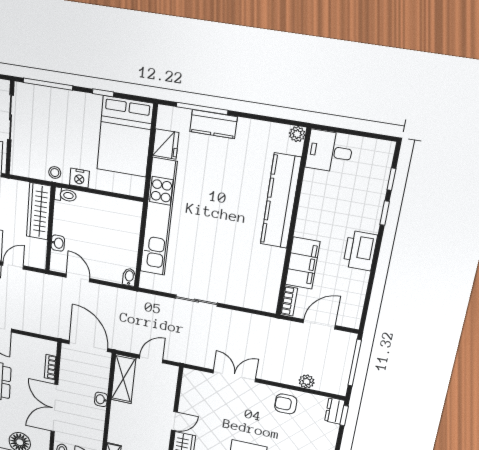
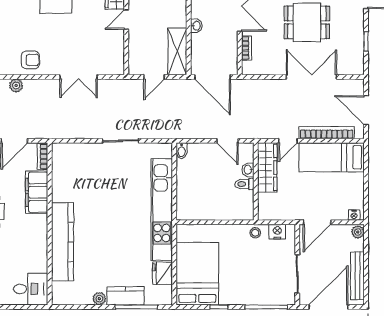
plant: (297, 134) -> (99, 299), moved
nightstand: (79, 178) -> (277, 232), moved
toilet: (65, 195) -> (244, 184), moved
wardrobe: (39, 211) -> (267, 167), moved

